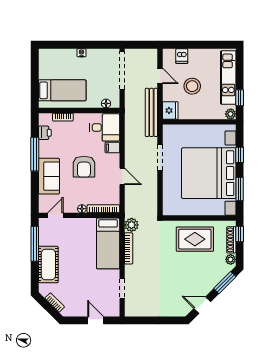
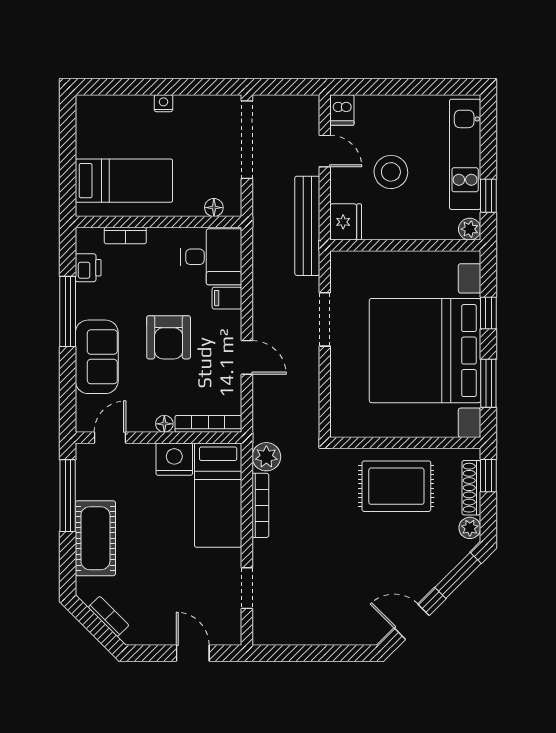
dishwasher: (182, 56) -> (342, 110), moved
nightstand: (87, 226) -> (174, 459), added

